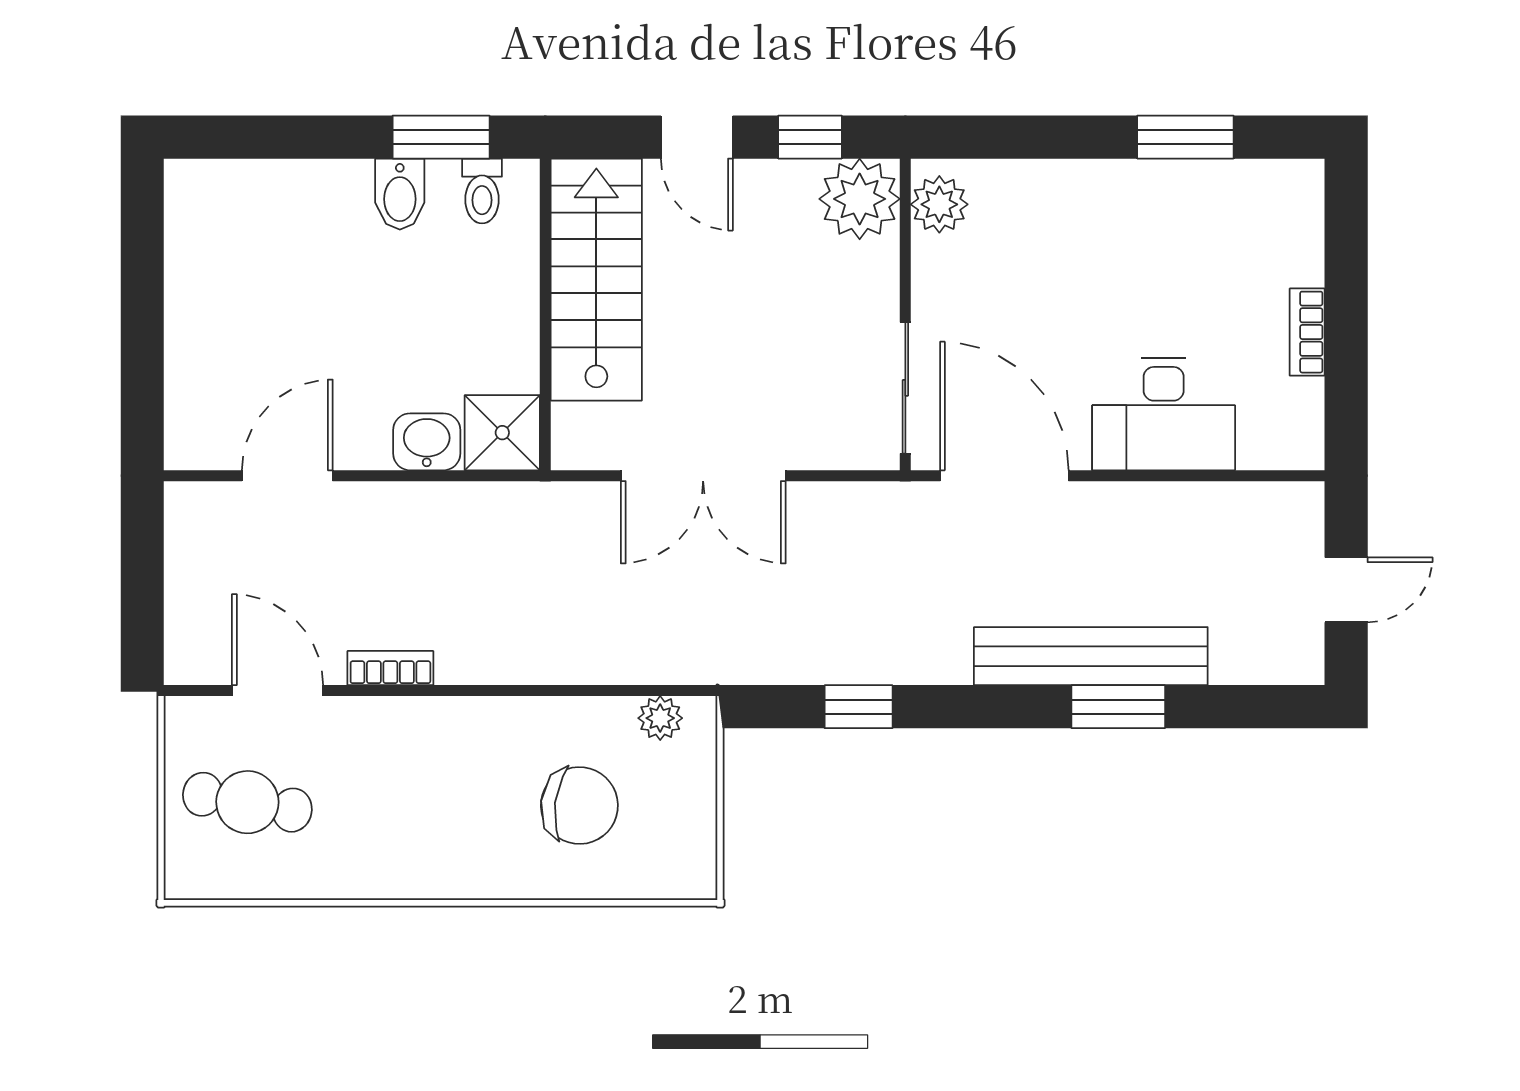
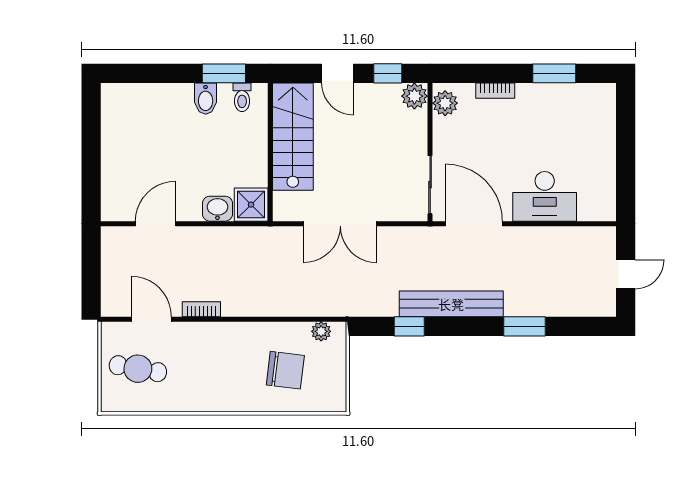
plant: (860, 199) -> (414, 96), width x0.73, depth x0.73
bookcase: (1307, 332) -> (495, 91), moved, turned -90
bench: (1091, 656) -> (451, 304), moved

